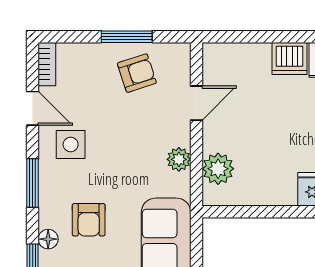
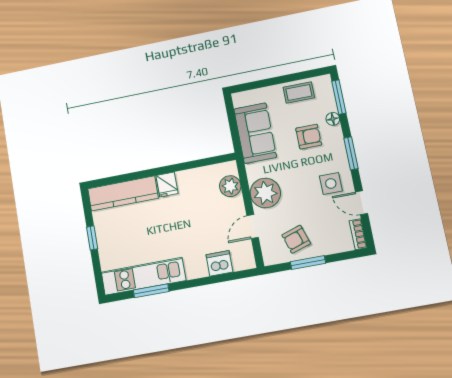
dishwasher: (289, 59) -> (219, 263), moved
plant: (179, 159) -> (265, 193), width x1.88, depth x1.88
armchair: (89, 220) -> (309, 137), turned 90

